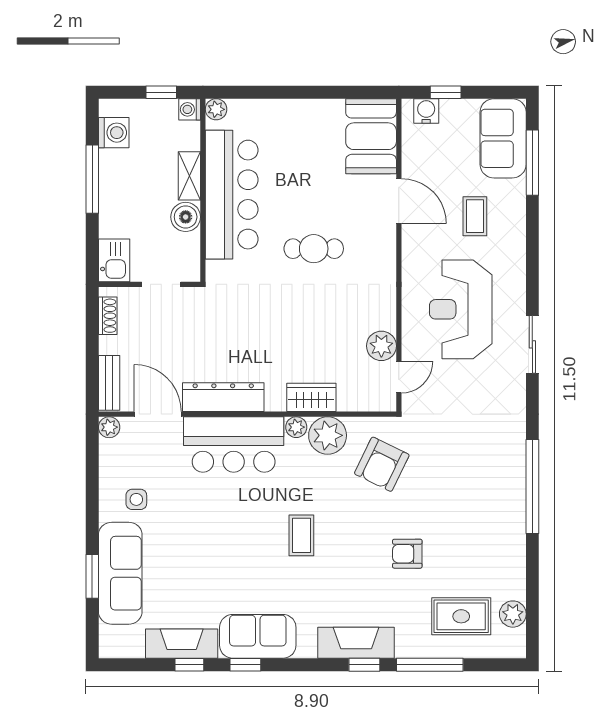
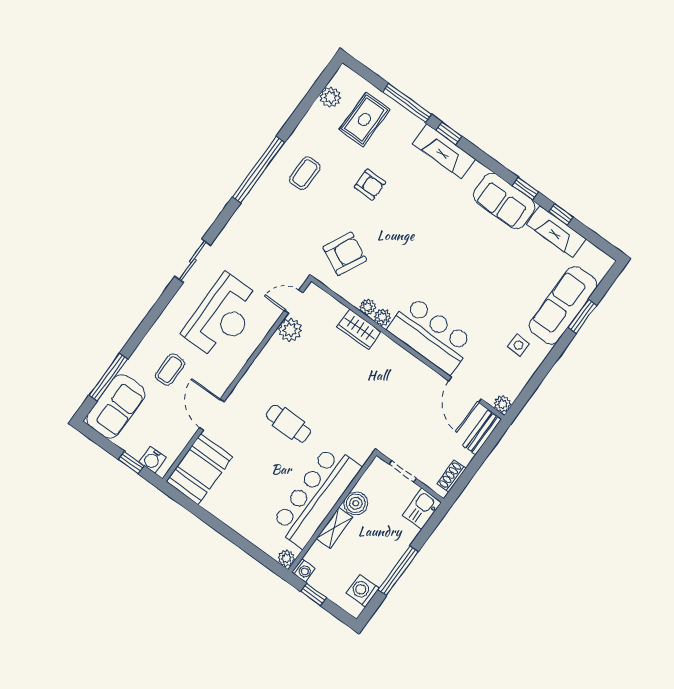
dresser: (223, 397) -> (415, 370), removed
plant: (328, 435) -> (368, 307), width x0.53, depth x0.53
coffee table: (301, 535) -> (305, 173), moved
rug: (461, 616) -> (364, 119), turned 90

